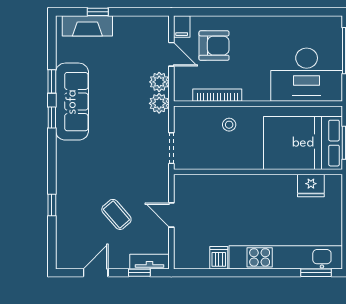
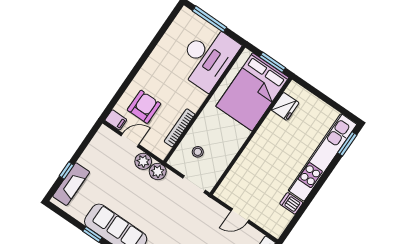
stool: (229, 125) -> (198, 152), moved

